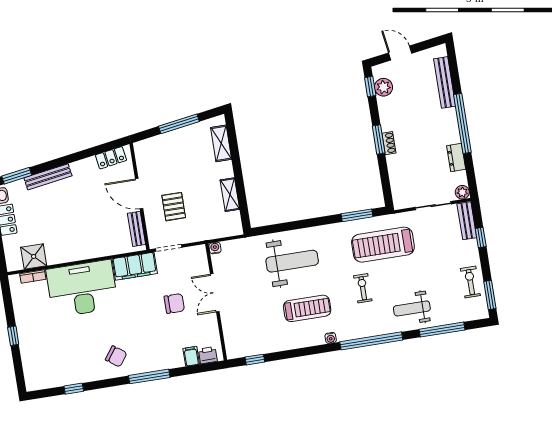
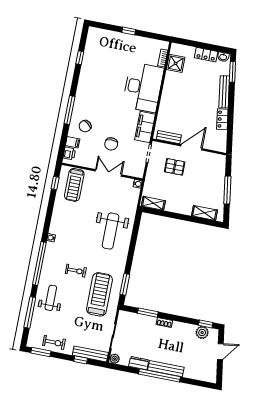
bench: (445, 82) -> (166, 369), moved
window: (379, 139) -> (148, 313), moved
locker: (111, 158) -> (222, 119), moved
shelving: (230, 195) -> (153, 203), moved
bench: (467, 221) -> (90, 354), width x1.36
treadmill: (307, 308) -> (74, 185), moved
chair: (116, 356) -> (85, 126), moved

